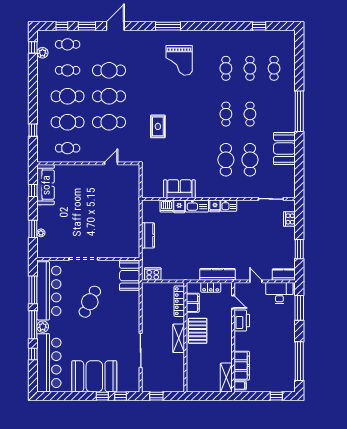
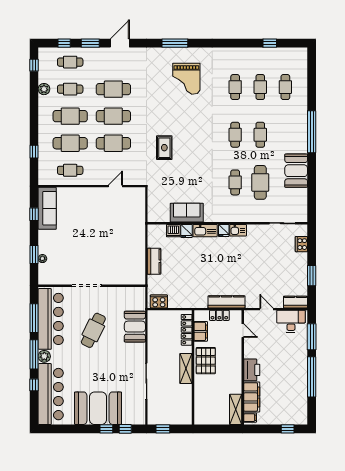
plant: (42, 53) -> (44, 89), moved
cafe table: (226, 160) -> (235, 182), width x0.73, depth x0.74
booth: (130, 276) -> (135, 327), moved
printer: (242, 321) -> (252, 370), moved
window: (299, 361) -> (312, 377), moved

